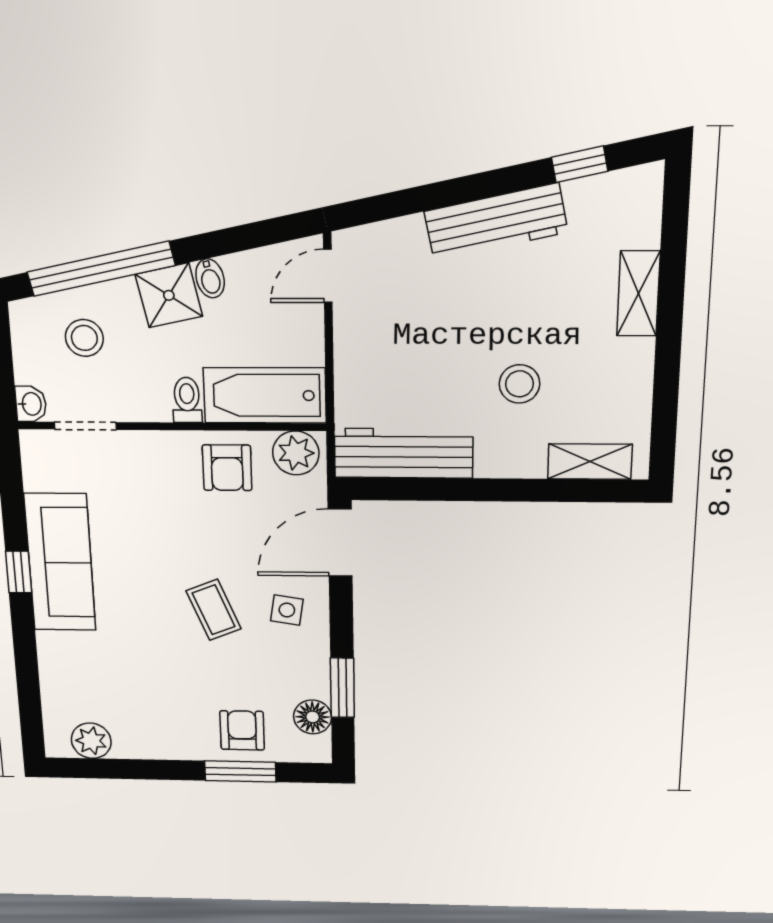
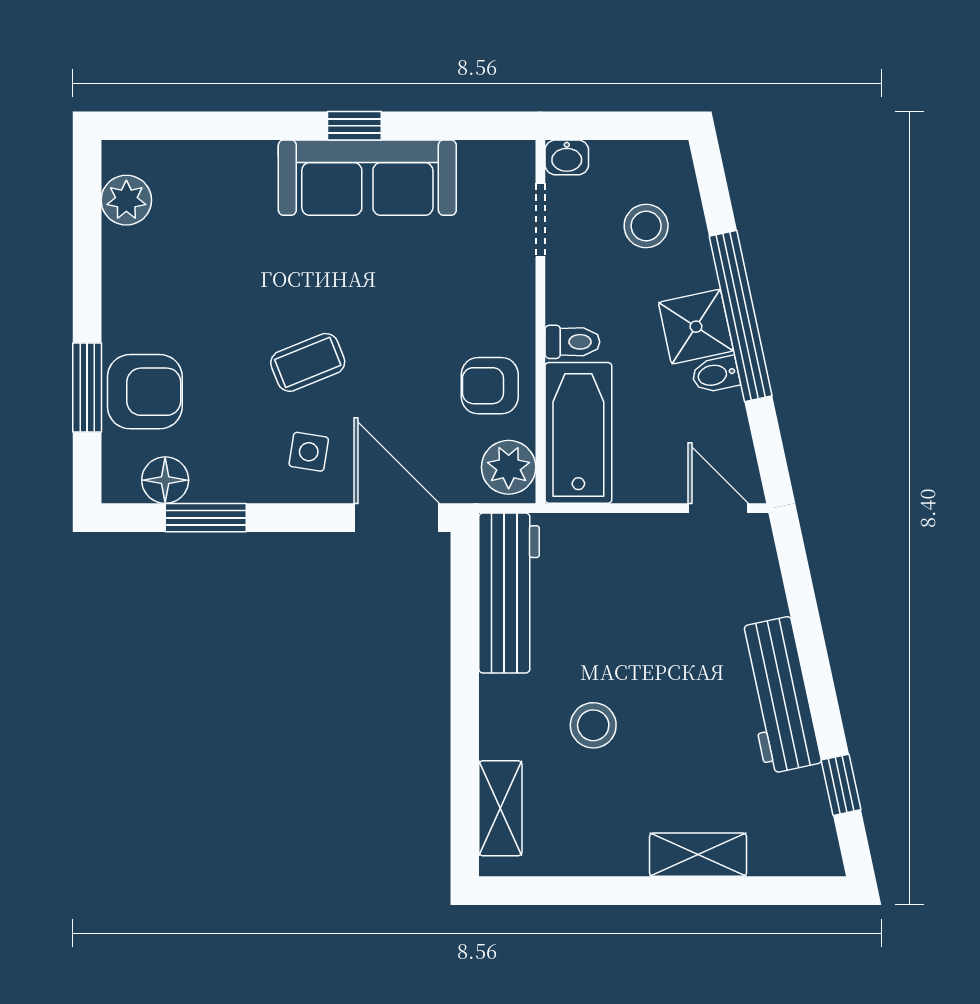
window: (101, 269) -> (741, 316), moved
armchair: (242, 730) -> (145, 392), width x1.38, depth x1.38

